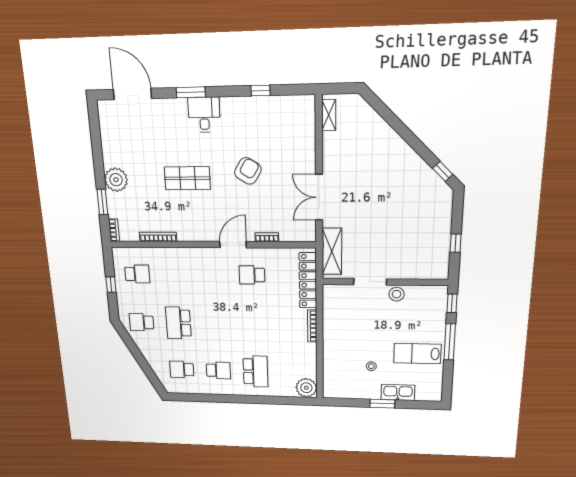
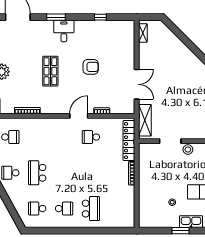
armchair: (248, 171) -> (91, 67), turned 59
shop shelf: (187, 178) -> (50, 71), turned 90
double door: (319, 197) -> (137, 84), swing flipped
plant: (306, 388) -> (127, 220), removed

